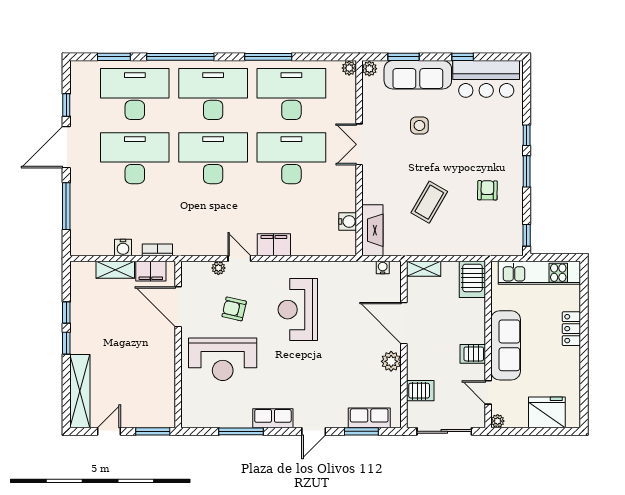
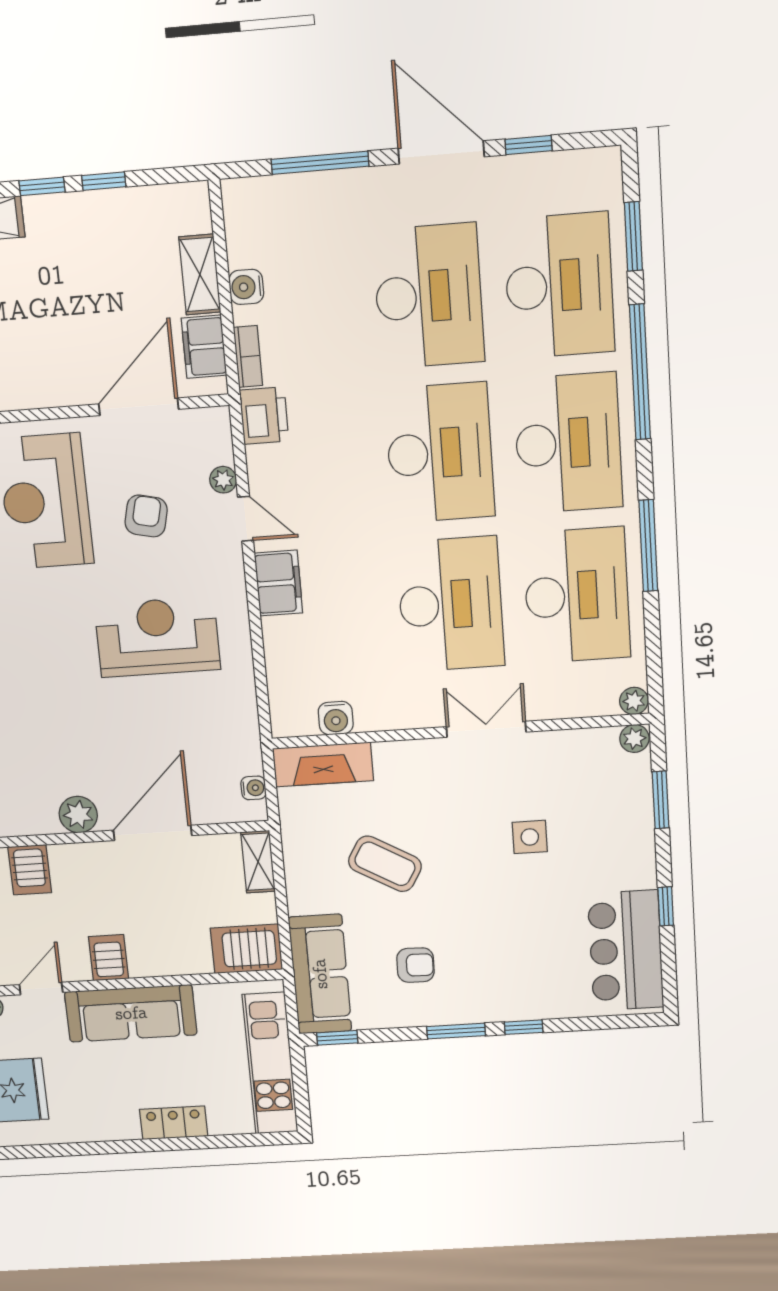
sofa: (418, 75) -> (320, 974), moved, turned 180
printer: (188, 244) -> (264, 416), added
door: (239, 258) -> (246, 519), hinge flipped

